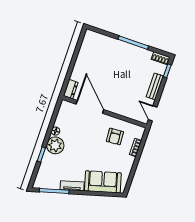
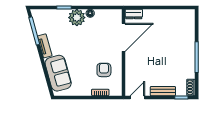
armchair: (115, 137) -> (104, 70), turned 94

